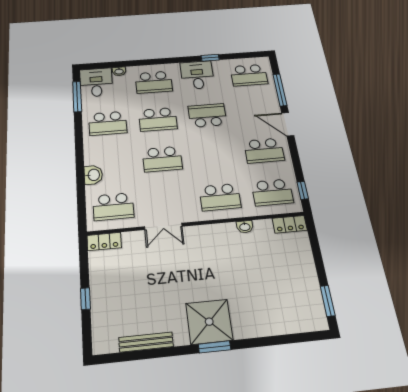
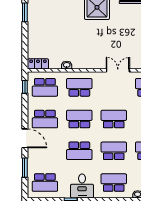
school desk: (249, 75) -> (45, 183), turned 180
window: (280, 90) -> (25, 168), width x0.69
school desk: (264, 151) -> (45, 119), turned 180
school desk: (213, 155) -> (79, 119), added
school desk: (272, 192) -> (45, 87), turned 180

